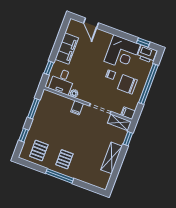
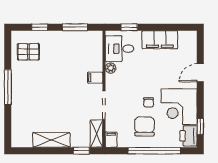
door: (91, 23) -> (200, 73), moved
pallet: (64, 159) -> (29, 85), removed

